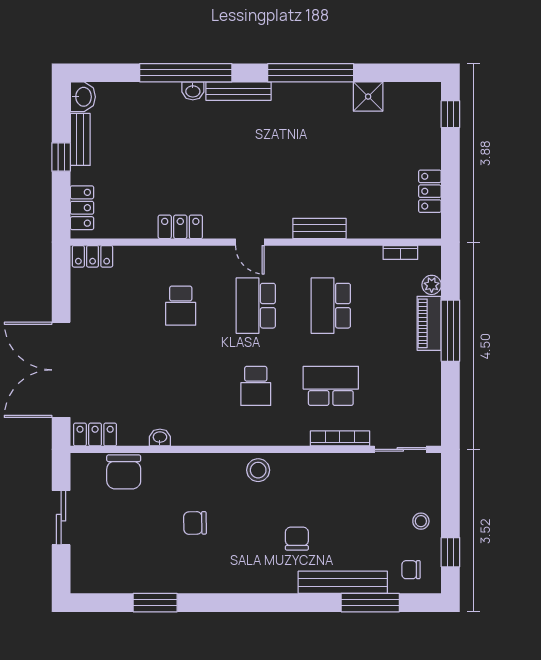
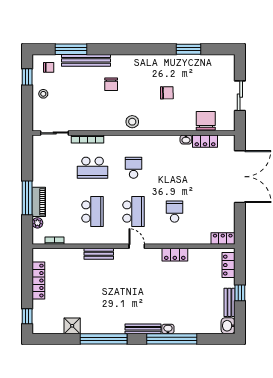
locker: (430, 191) -> (38, 281), width x1.53
locker: (95, 435) -> (205, 141), moved

